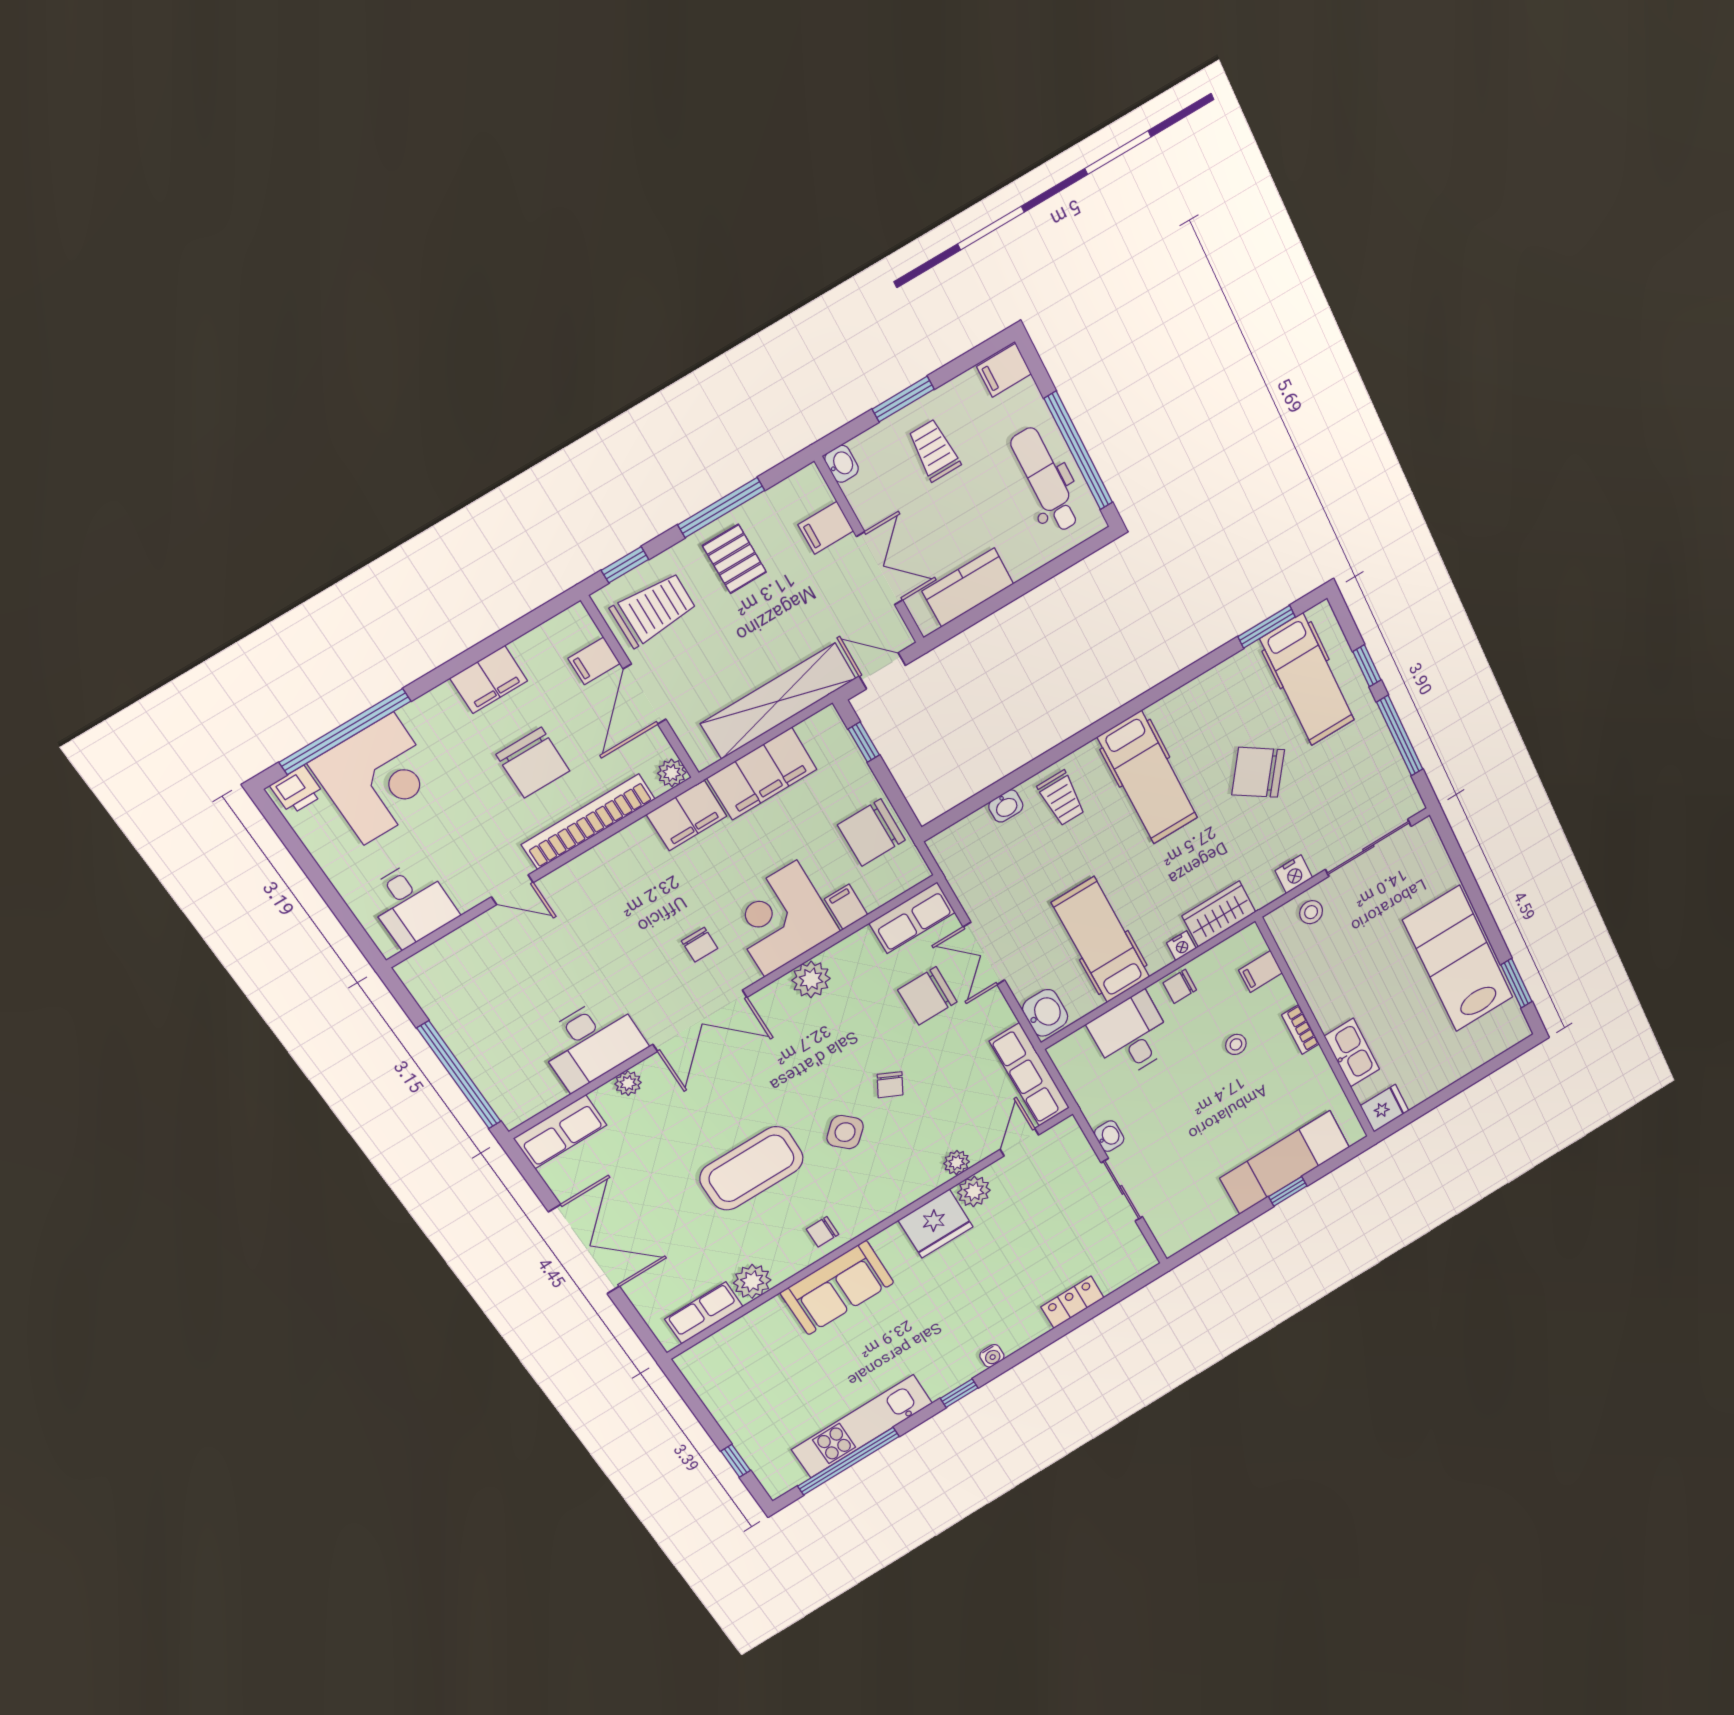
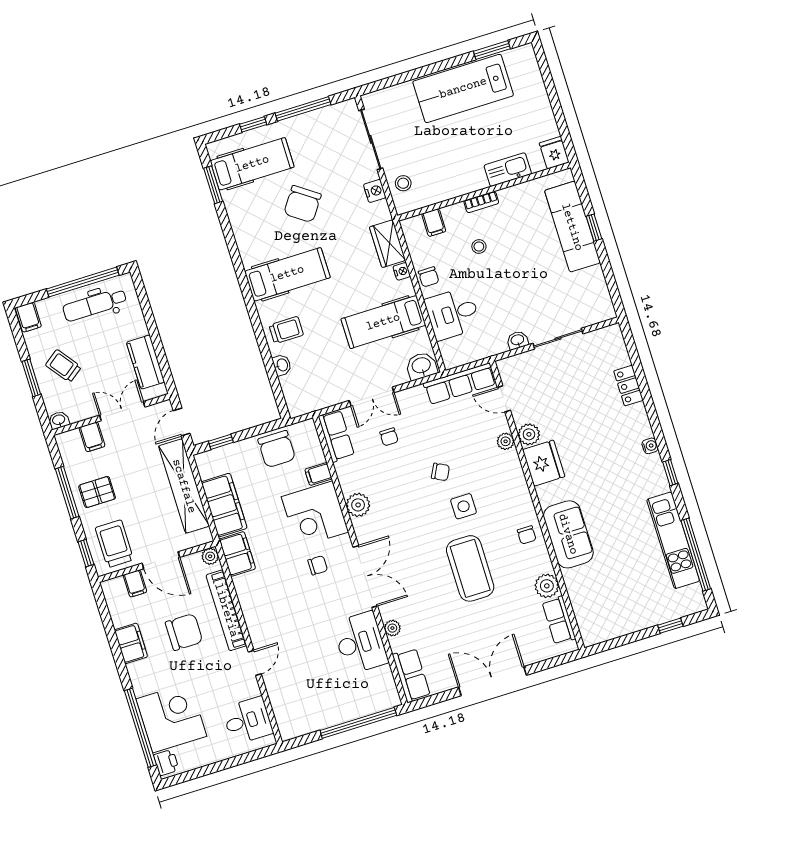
trolley: (934, 450) -> (63, 366), turned 53
chair: (927, 996) -> (389, 437), width x0.54, depth x0.54
side table: (845, 1132) -> (464, 506), turned 45

